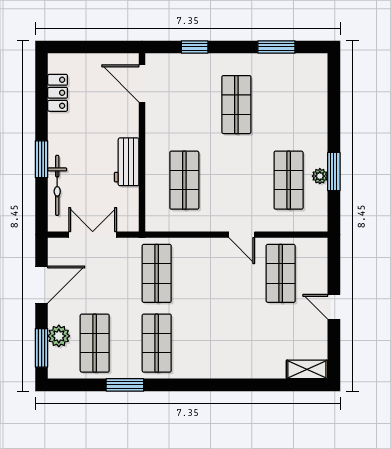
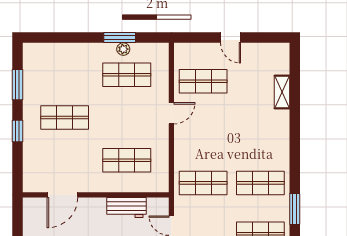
window: (195, 47) -> (17, 131), moved
door: (142, 84) -> (62, 195), moved
workbench: (127, 162) -> (127, 208), moved
door: (334, 307) -> (231, 38), hinge flipped
shelving: (307, 369) -> (282, 92), moved

